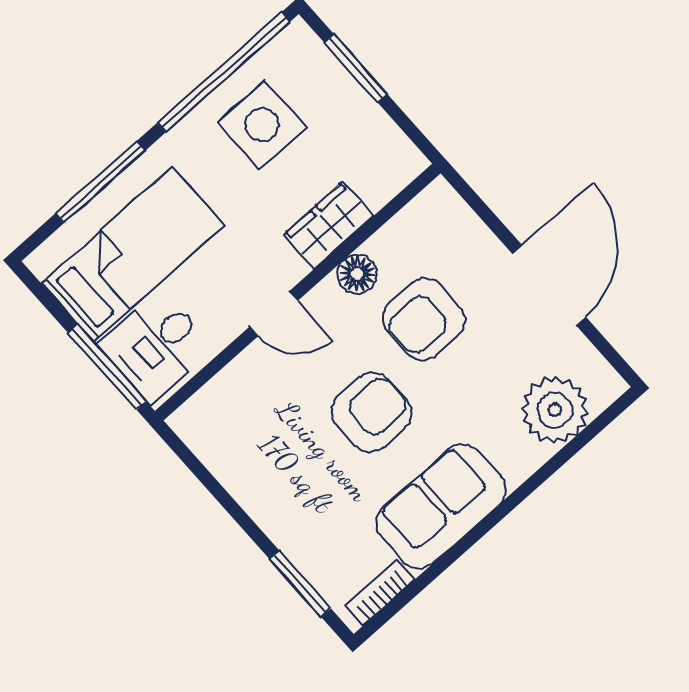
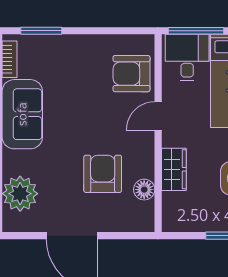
floor lamp: (357, 274) -> (144, 190), moved
armchair: (371, 412) -> (131, 74), moved, turned 90

